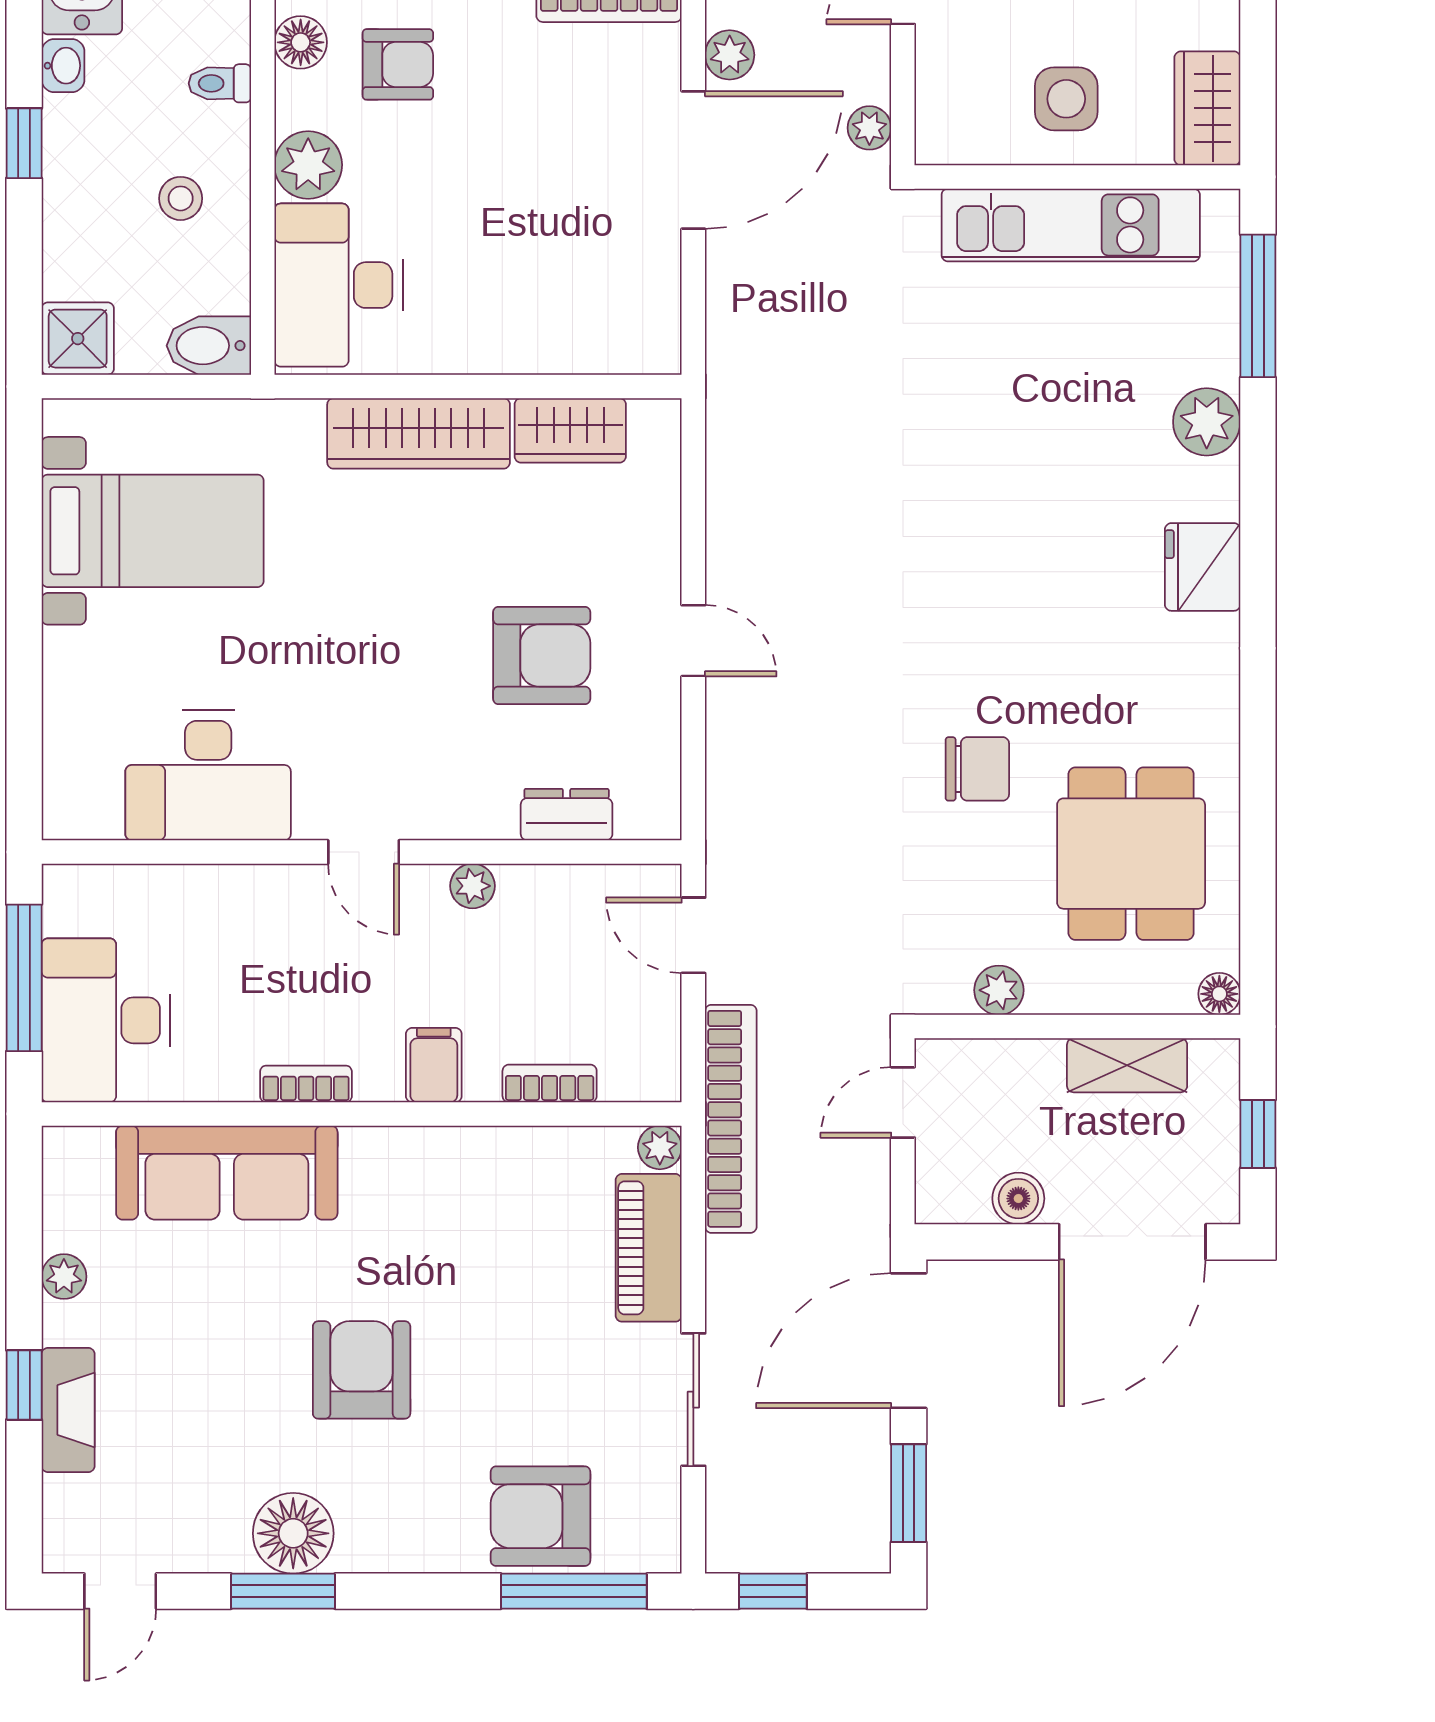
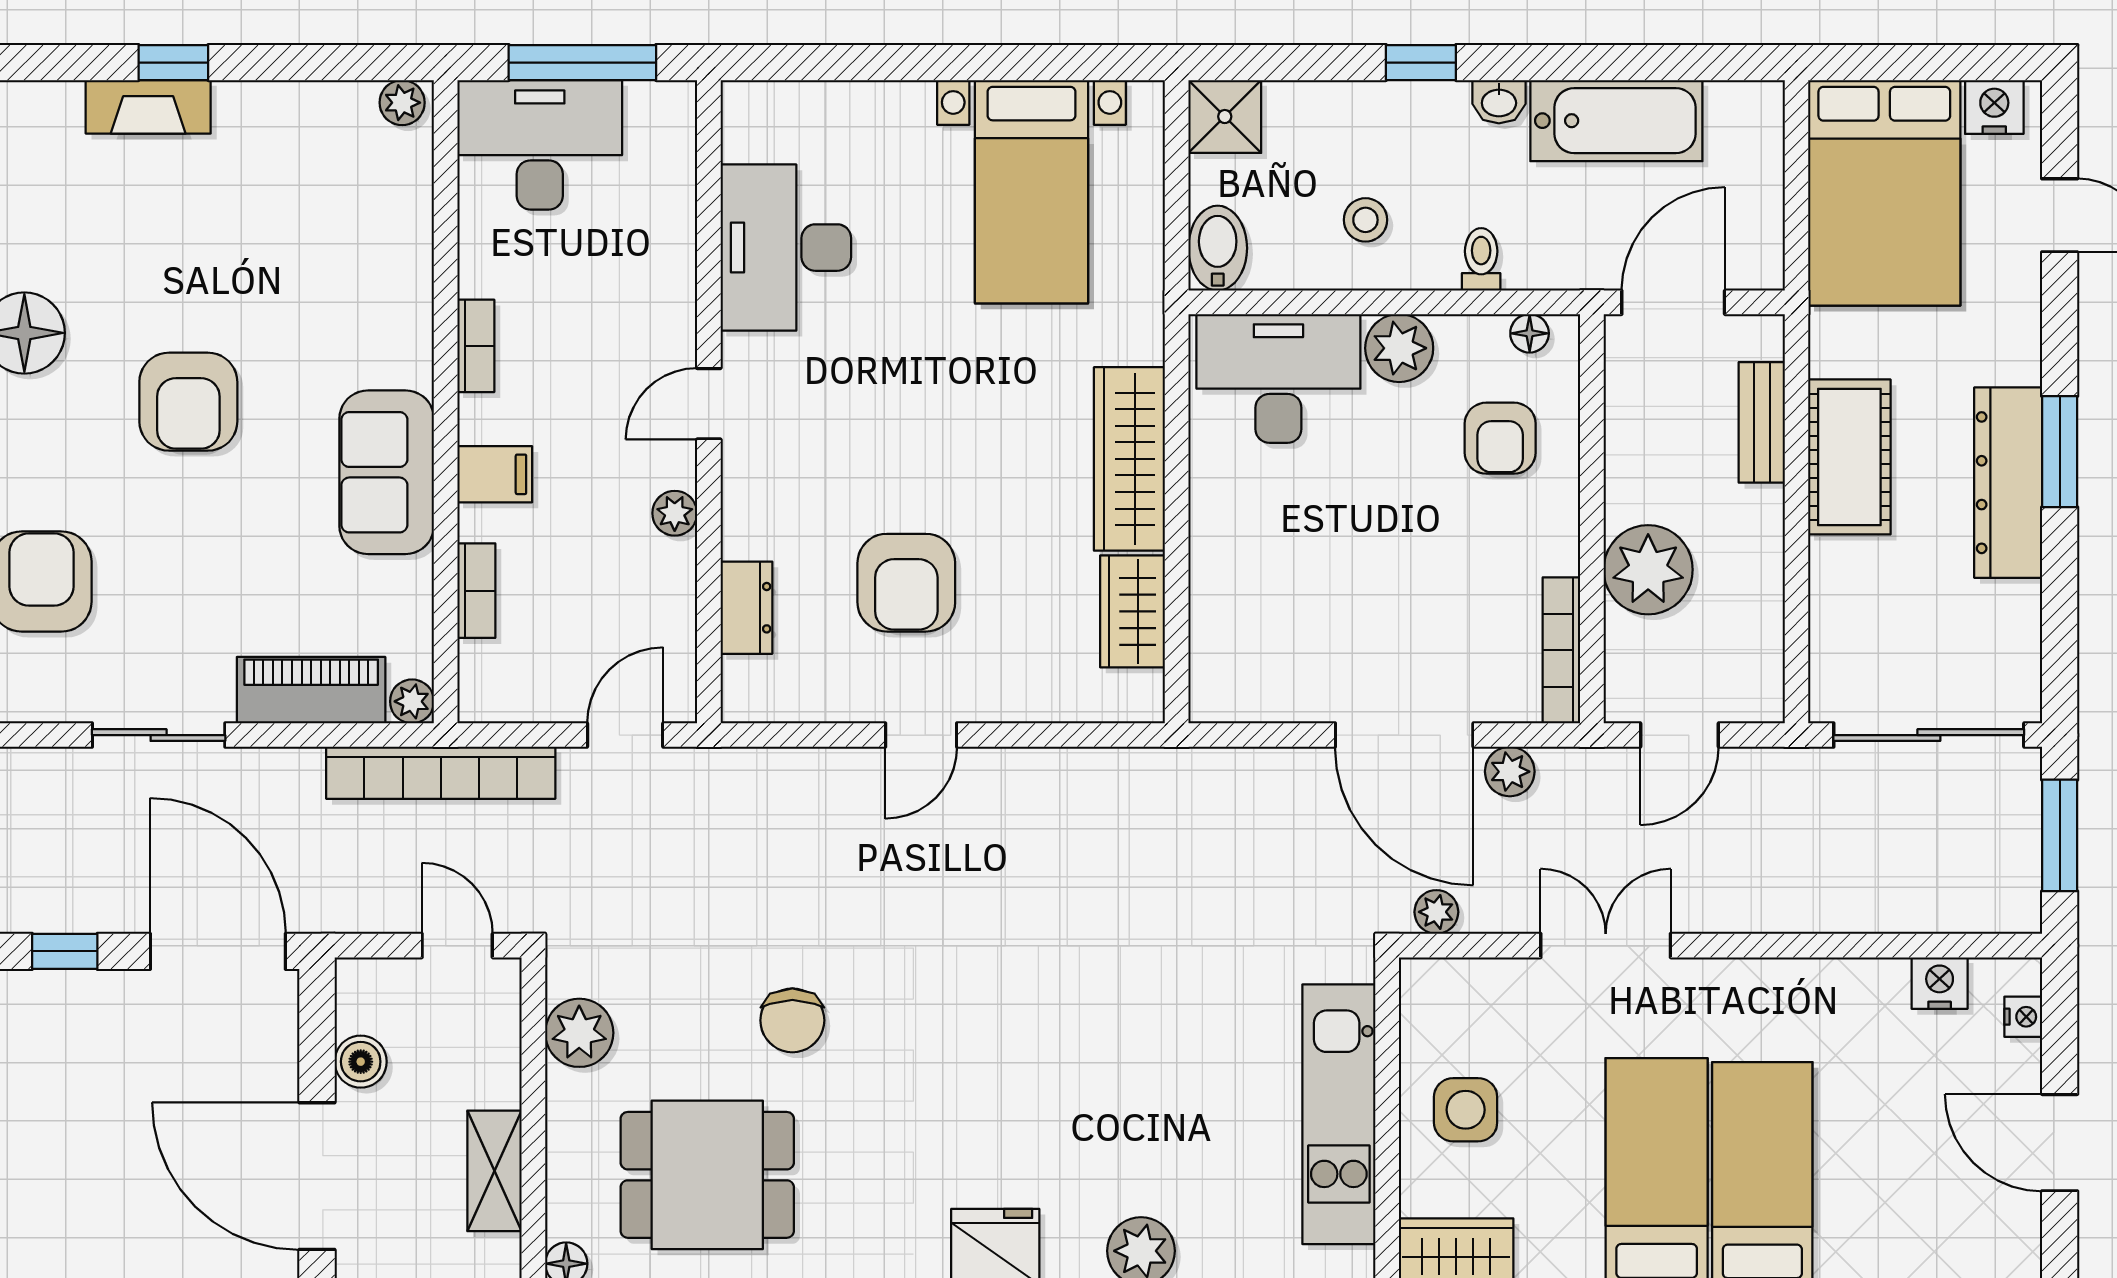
floor lamp: (301, 42) -> (1530, 333), width x0.73, depth x0.73
plant: (999, 990) -> (579, 1033), width x1.38, depth x1.38
sofa: (227, 1173) -> (387, 472), moved, width x0.73
plant: (64, 1277) -> (402, 103), moved
armchair: (362, 1370) -> (188, 402), turned 90
window: (909, 1493) -> (65, 951), width x0.67

